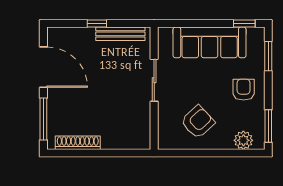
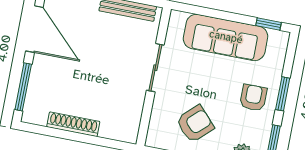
window: (268, 56) -> (283, 94), moved
shoe rack: (78, 143) -> (73, 124), moved

